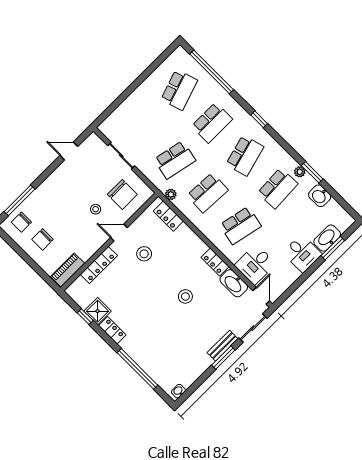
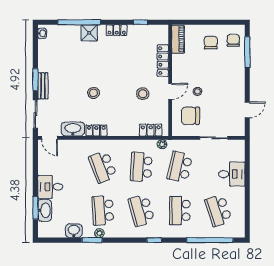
school desk: (240, 226) -> (103, 167), turned -33
desk: (255, 264) -> (232, 174), moved, turned 90
shower: (98, 311) -> (89, 33), moved

